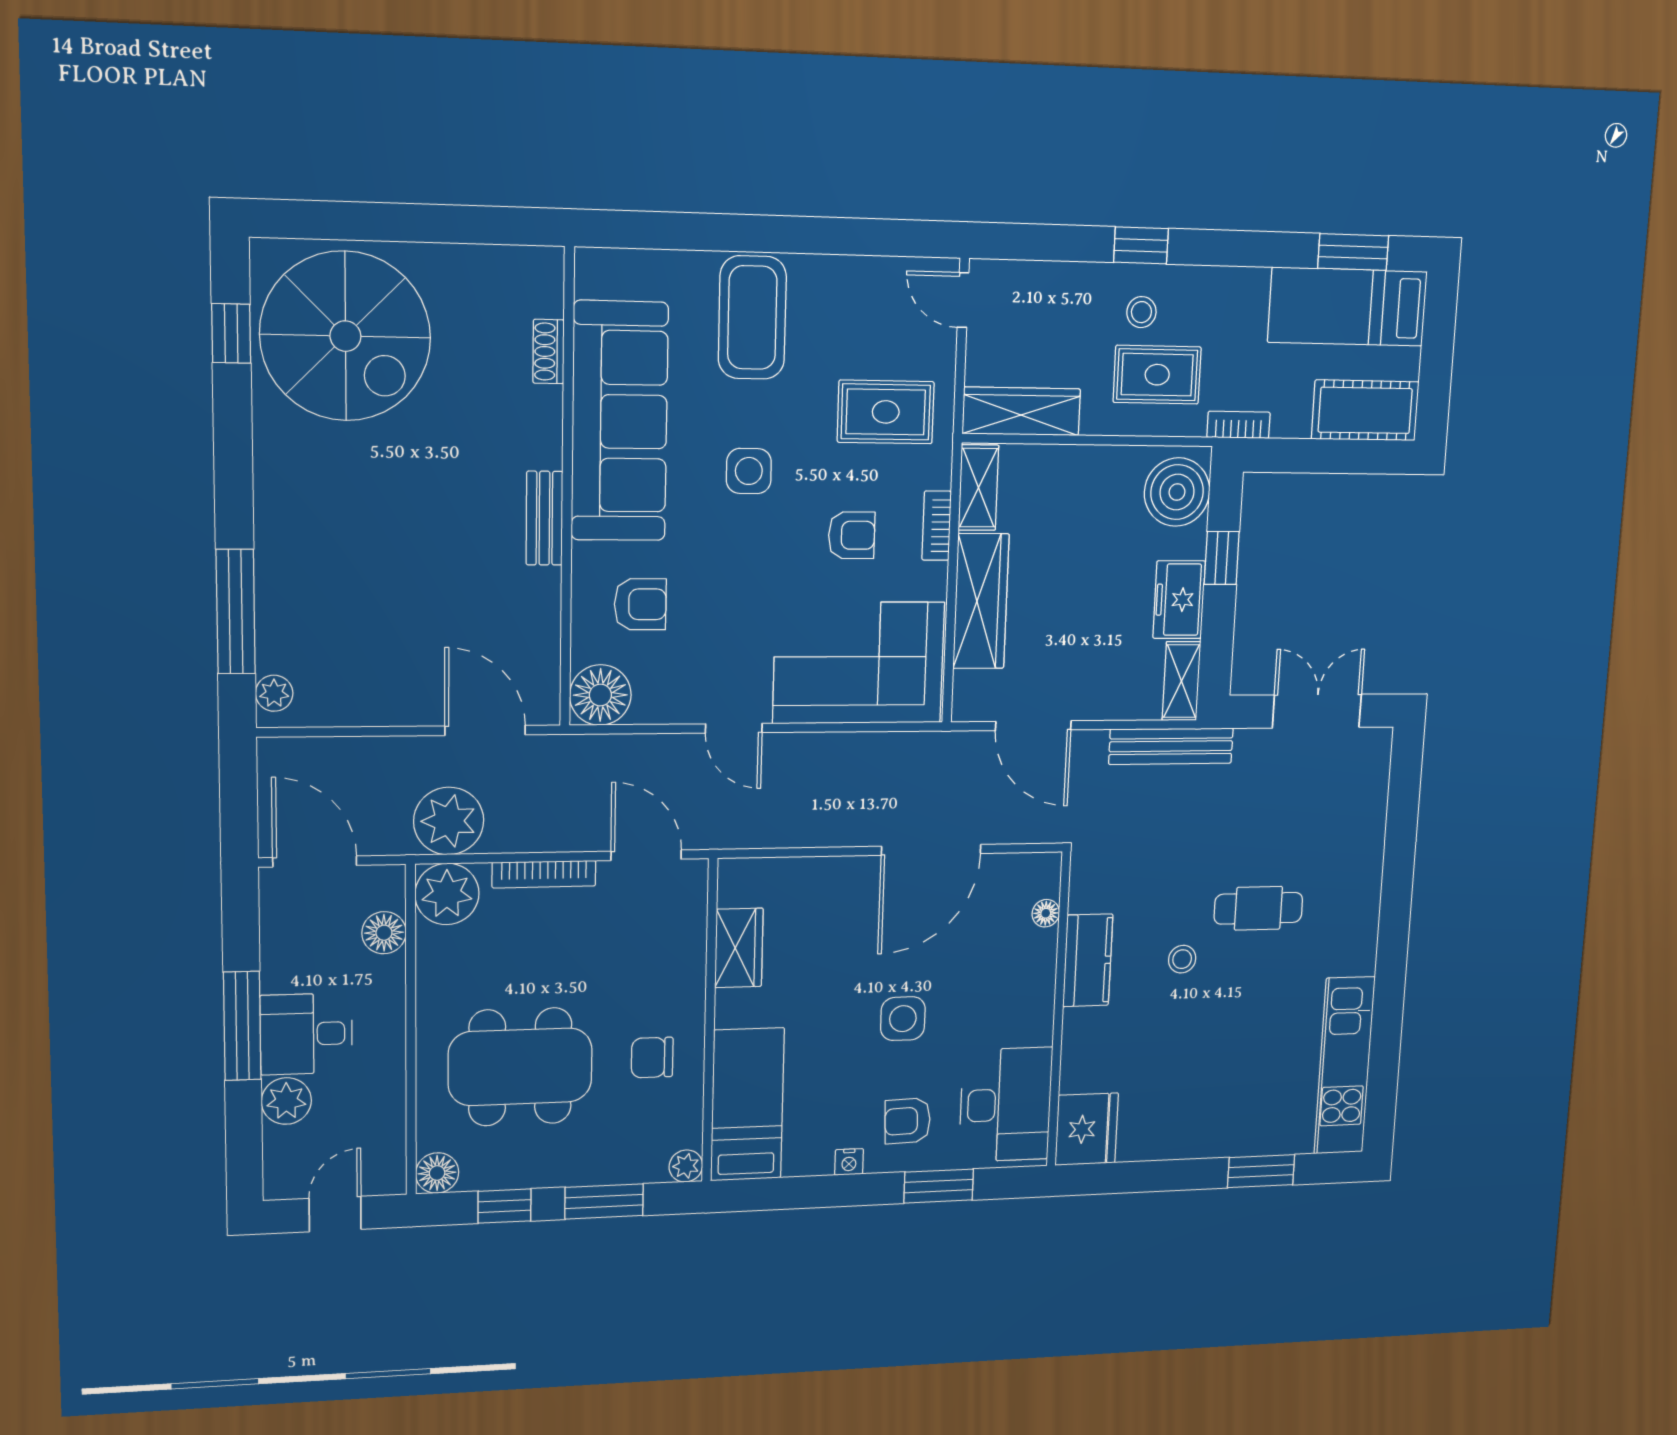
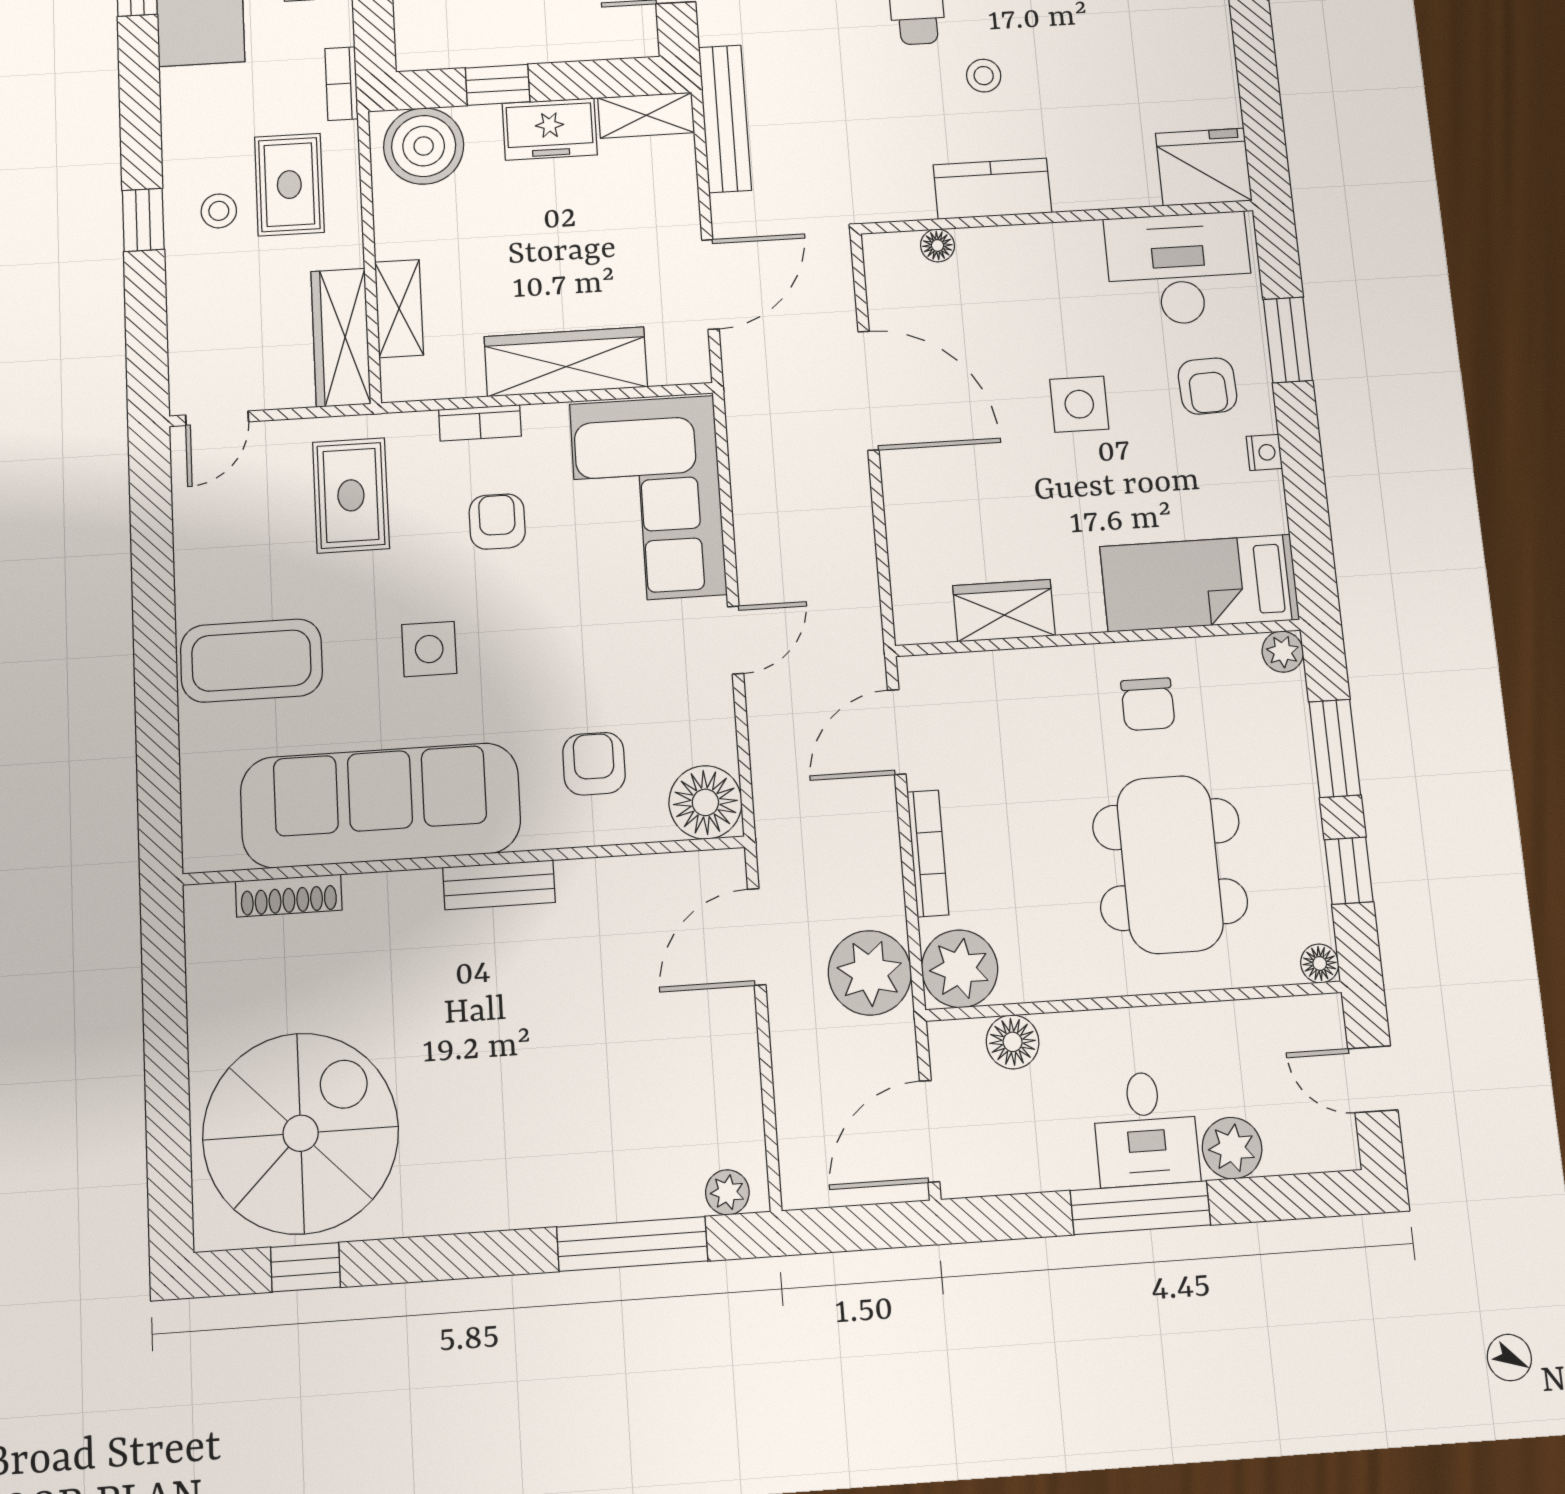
shoe rack: (549, 352) -> (289, 896), width x1.43
shelving: (978, 488) -> (399, 308), moved, turned 90
floor lamp: (437, 1173) -> (1320, 963), width x0.73, depth x0.73

